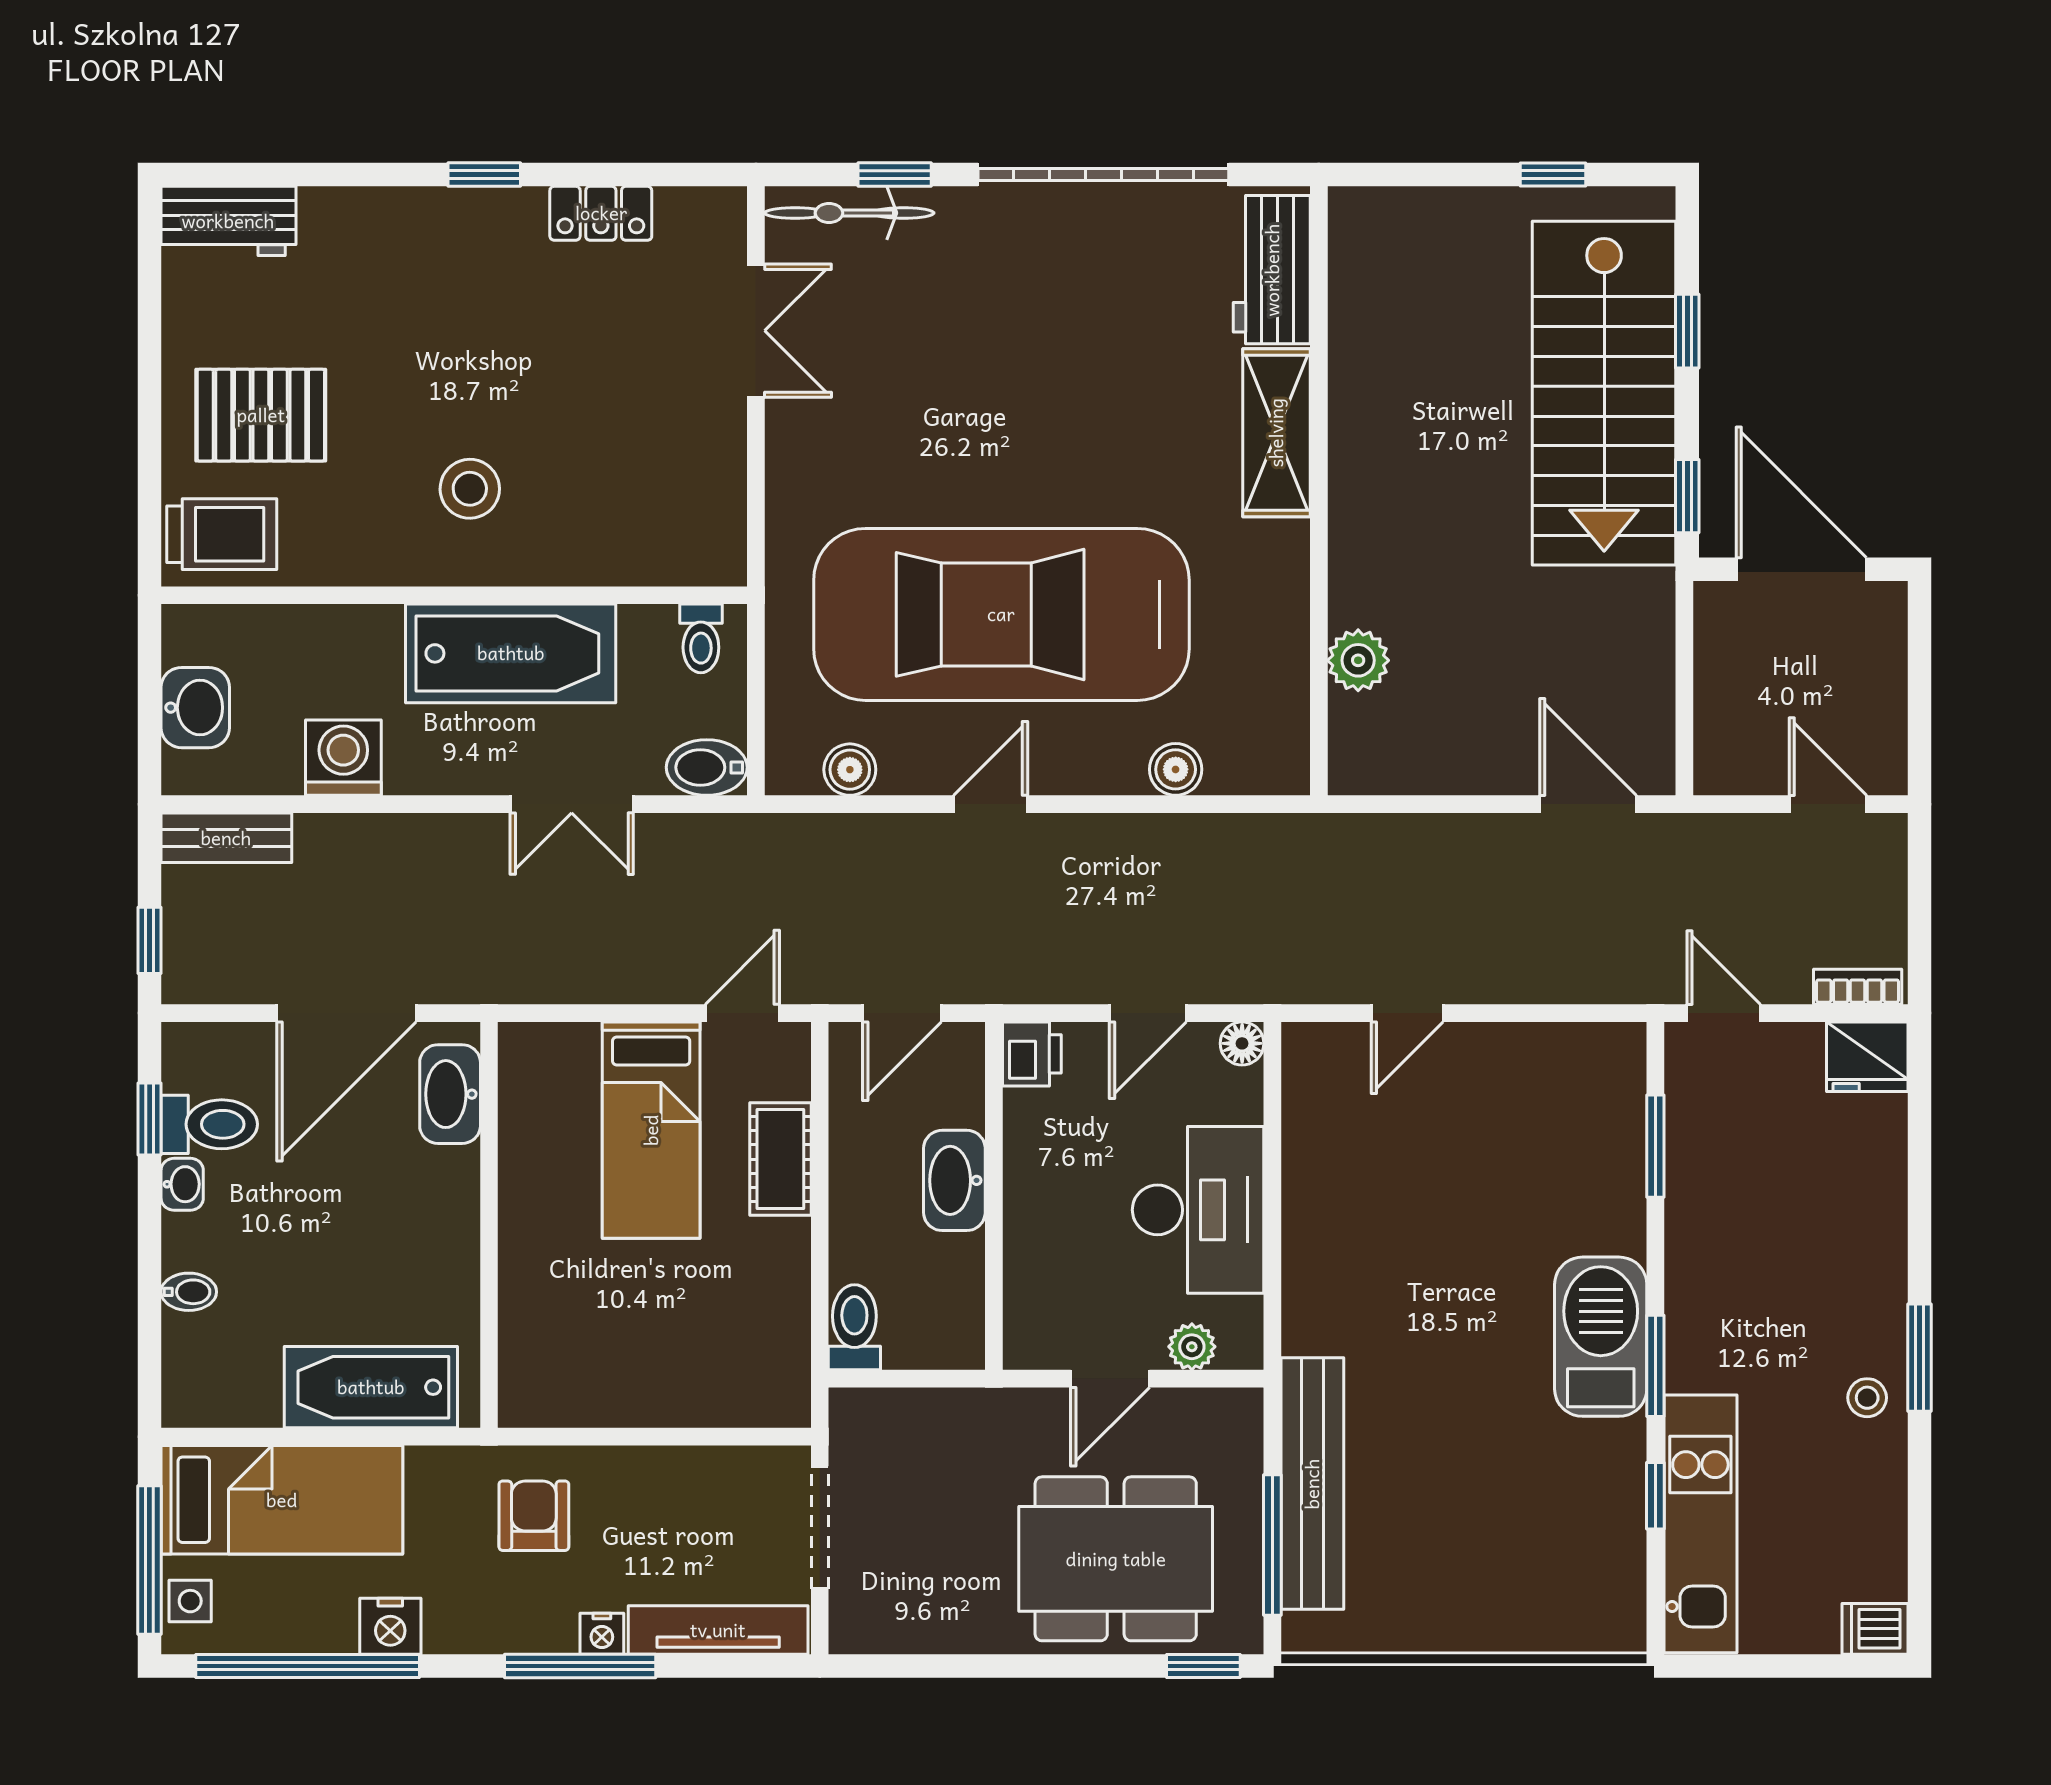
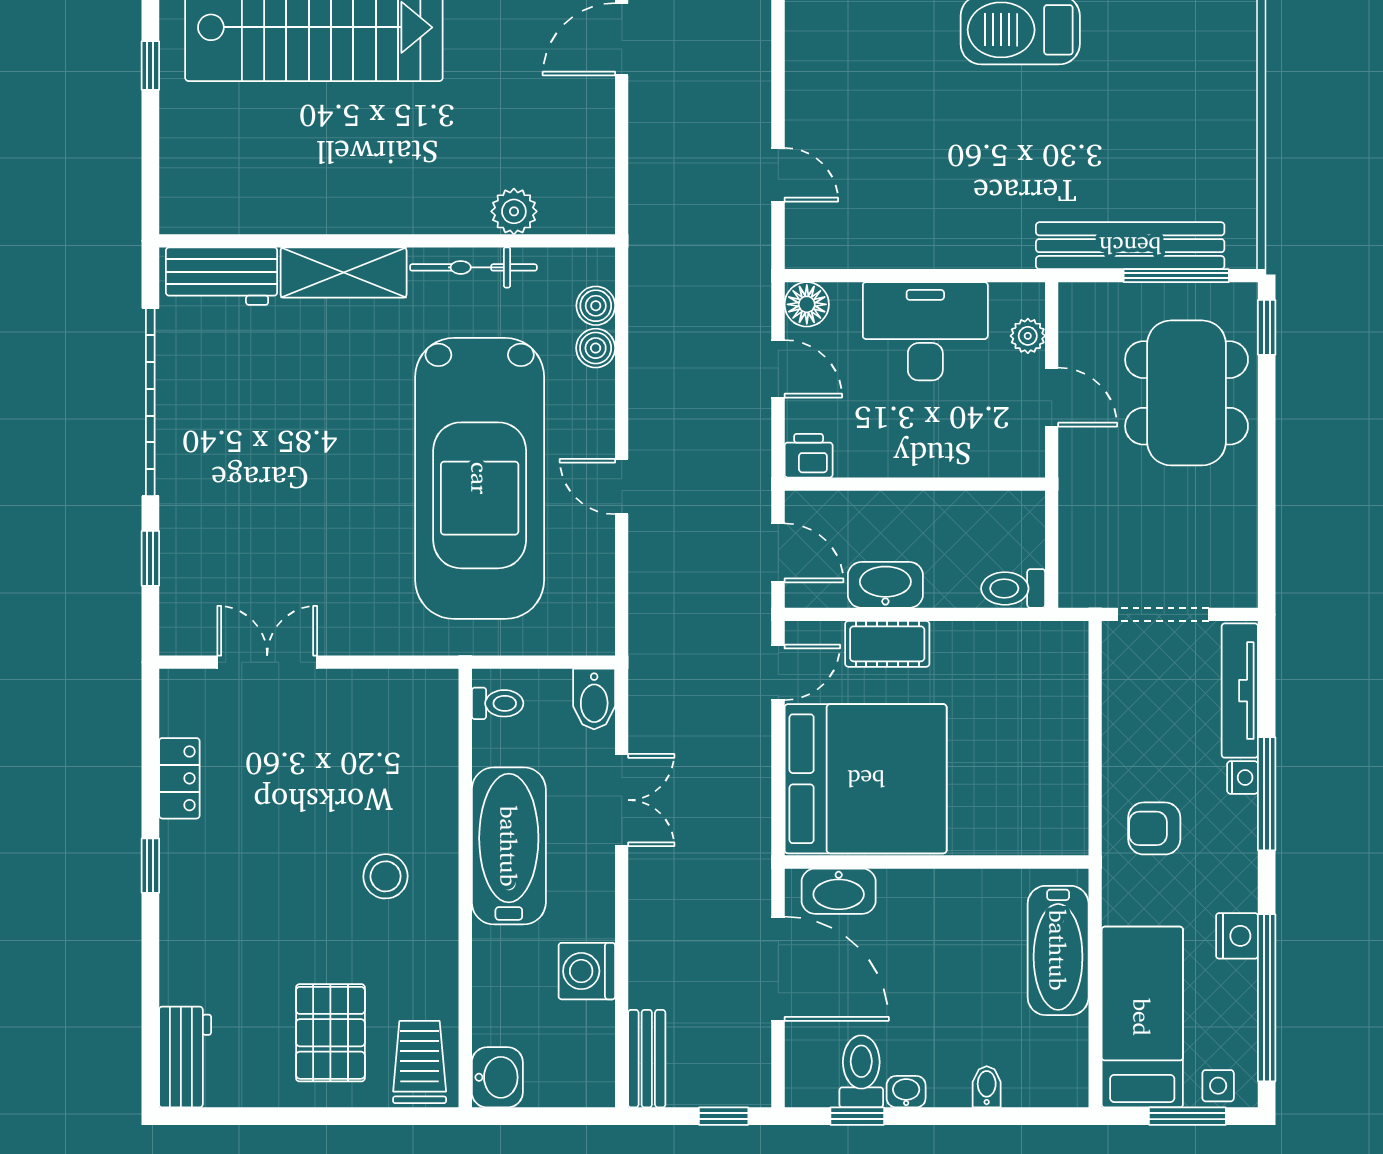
bicycle: (849, 213) -> (473, 267), moved, turned 90
washbasin: (195, 708) -> (497, 1077), moved, turned 90
boiler: (850, 770) -> (596, 306), moved
door: (742, 1013) -> (778, 672), swing flipped
floor lamp: (1242, 1043) -> (807, 304), width x1.37, depth x1.37
bed: (651, 1130) -> (866, 779), width x2.04
washbasin: (954, 1180) -> (885, 585), moved, turned 180
window: (150, 1560) -> (1187, 1116), width x0.69

